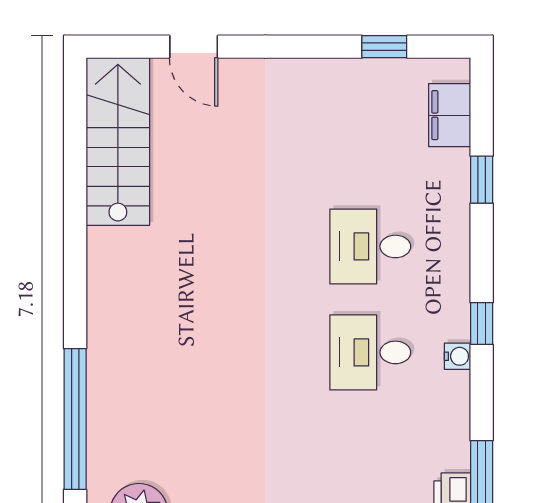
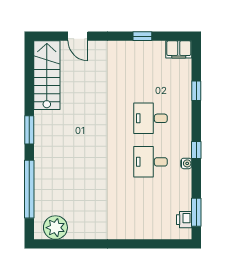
window: (384, 47) -> (142, 36), moved
filing cabinet: (450, 115) -> (179, 49), moved, turned -90
window: (75, 275) -> (29, 130), added

